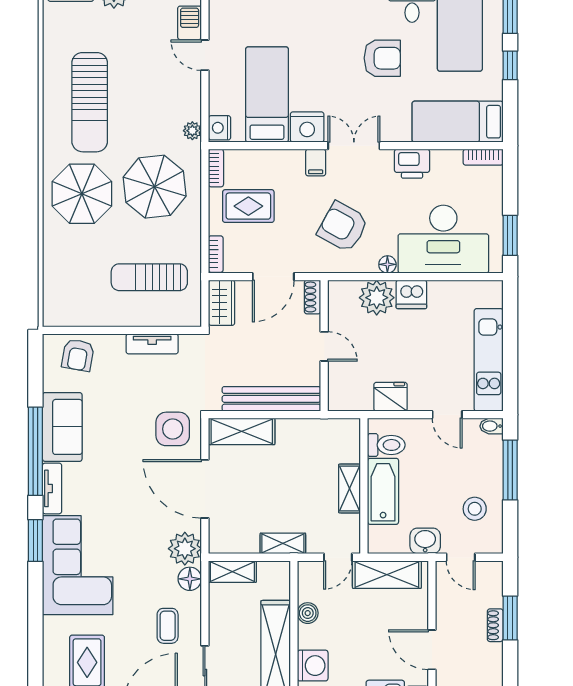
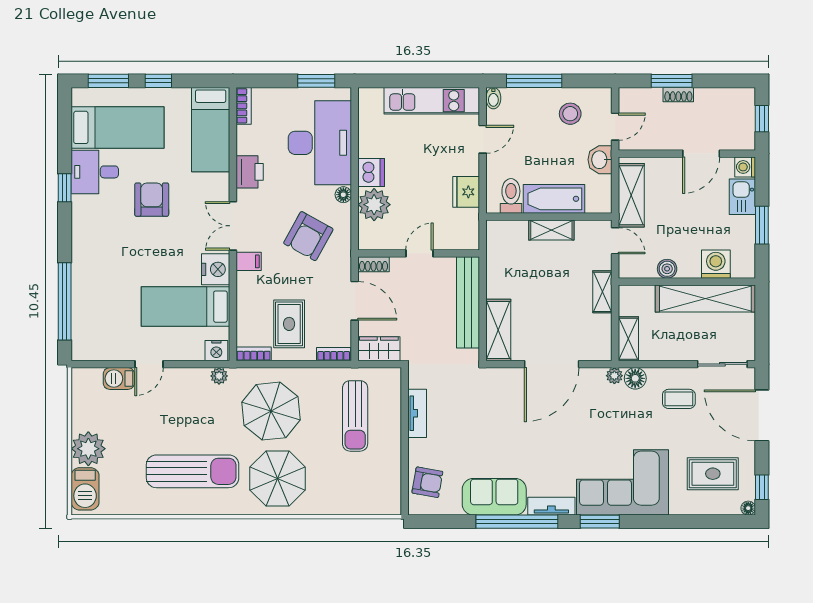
side table: (173, 429) -> (496, 394), removed
plant: (185, 549) -> (614, 376), width x0.53, depth x0.53

